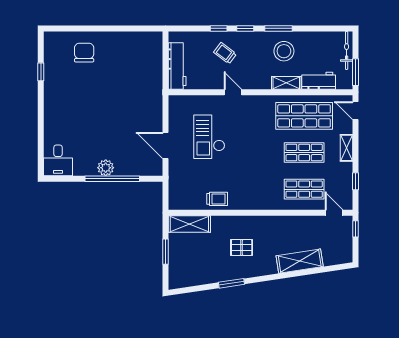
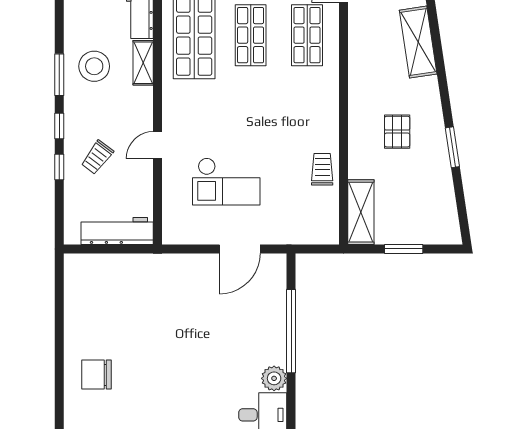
plant: (106, 168) -> (274, 378), moved

